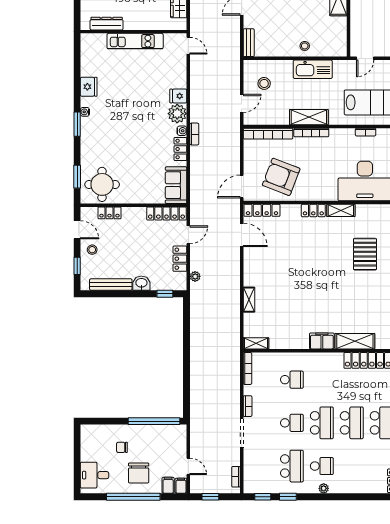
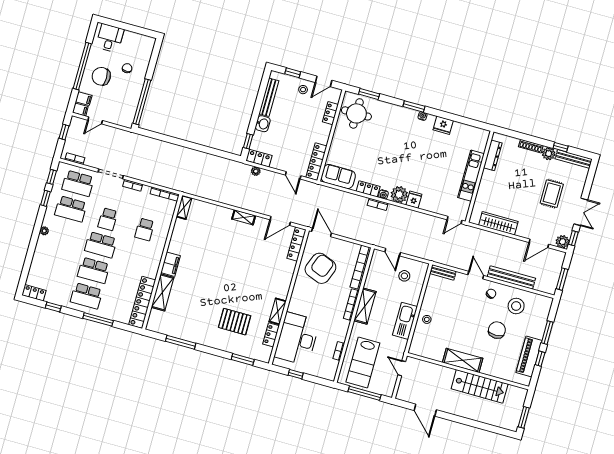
locker: (313, 210) -> (271, 335), moved
locker: (180, 259) -> (259, 158), moved
shelving: (249, 300) -> (244, 217), moved
school desk: (322, 466) -> (78, 183), moved, width x1.85

